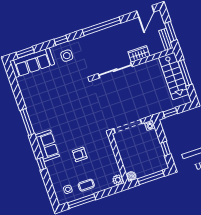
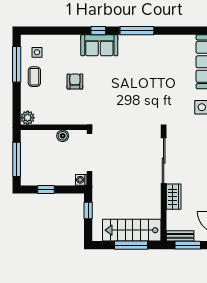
window: (41, 164) -> (98, 31), moved
boiler: (131, 176) -> (63, 136), moved

